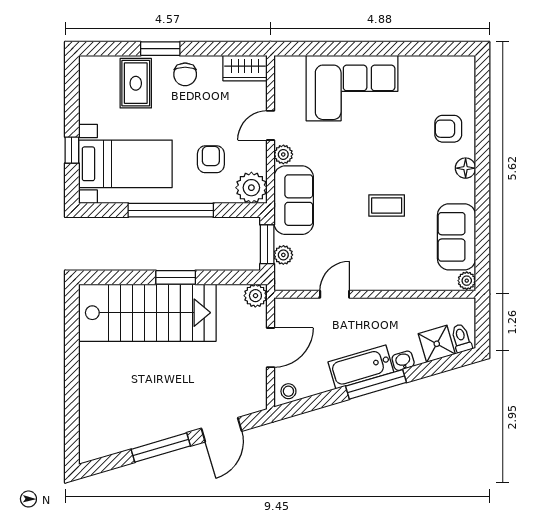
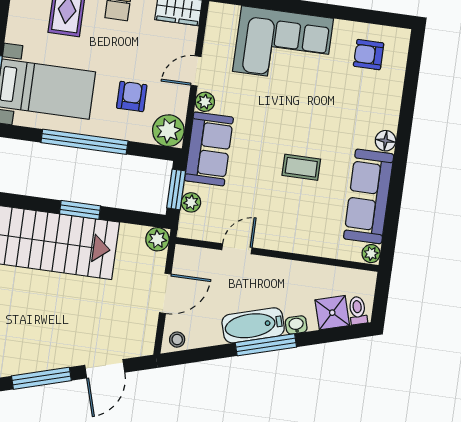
armchair: (448, 129) -> (369, 55), moved
sofa: (457, 237) -> (369, 196), width x1.36

